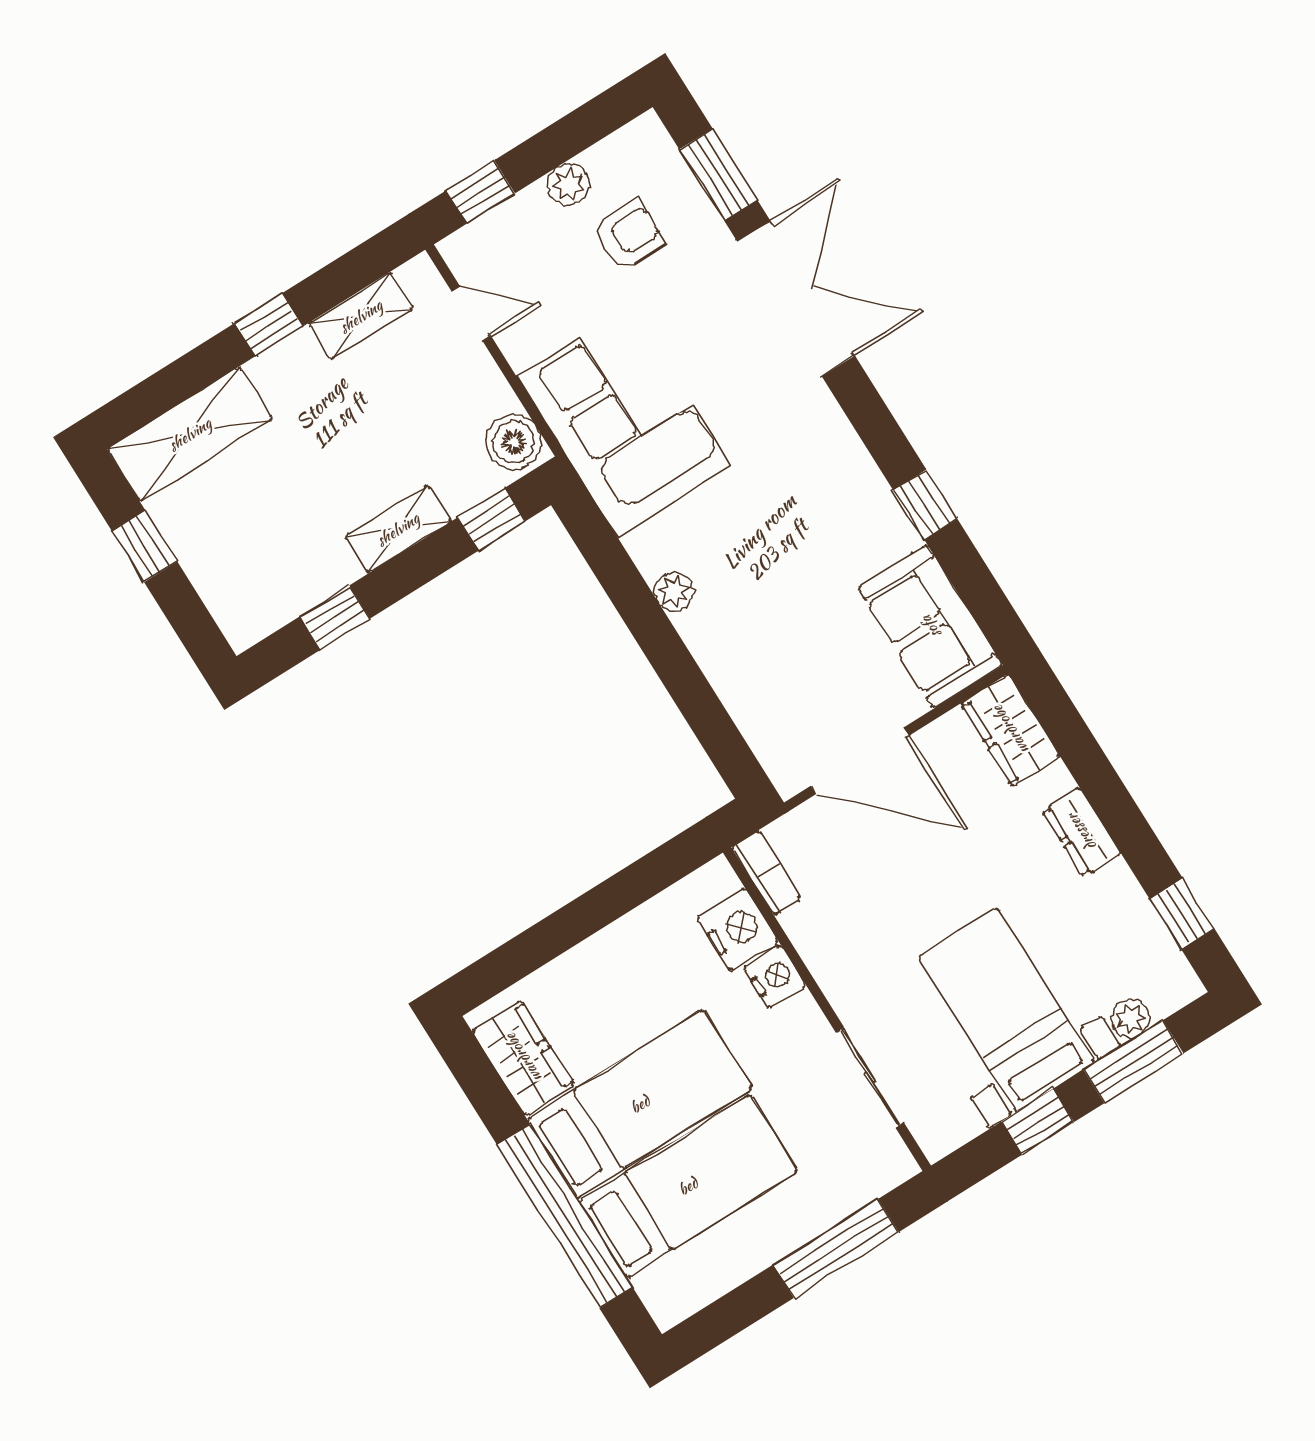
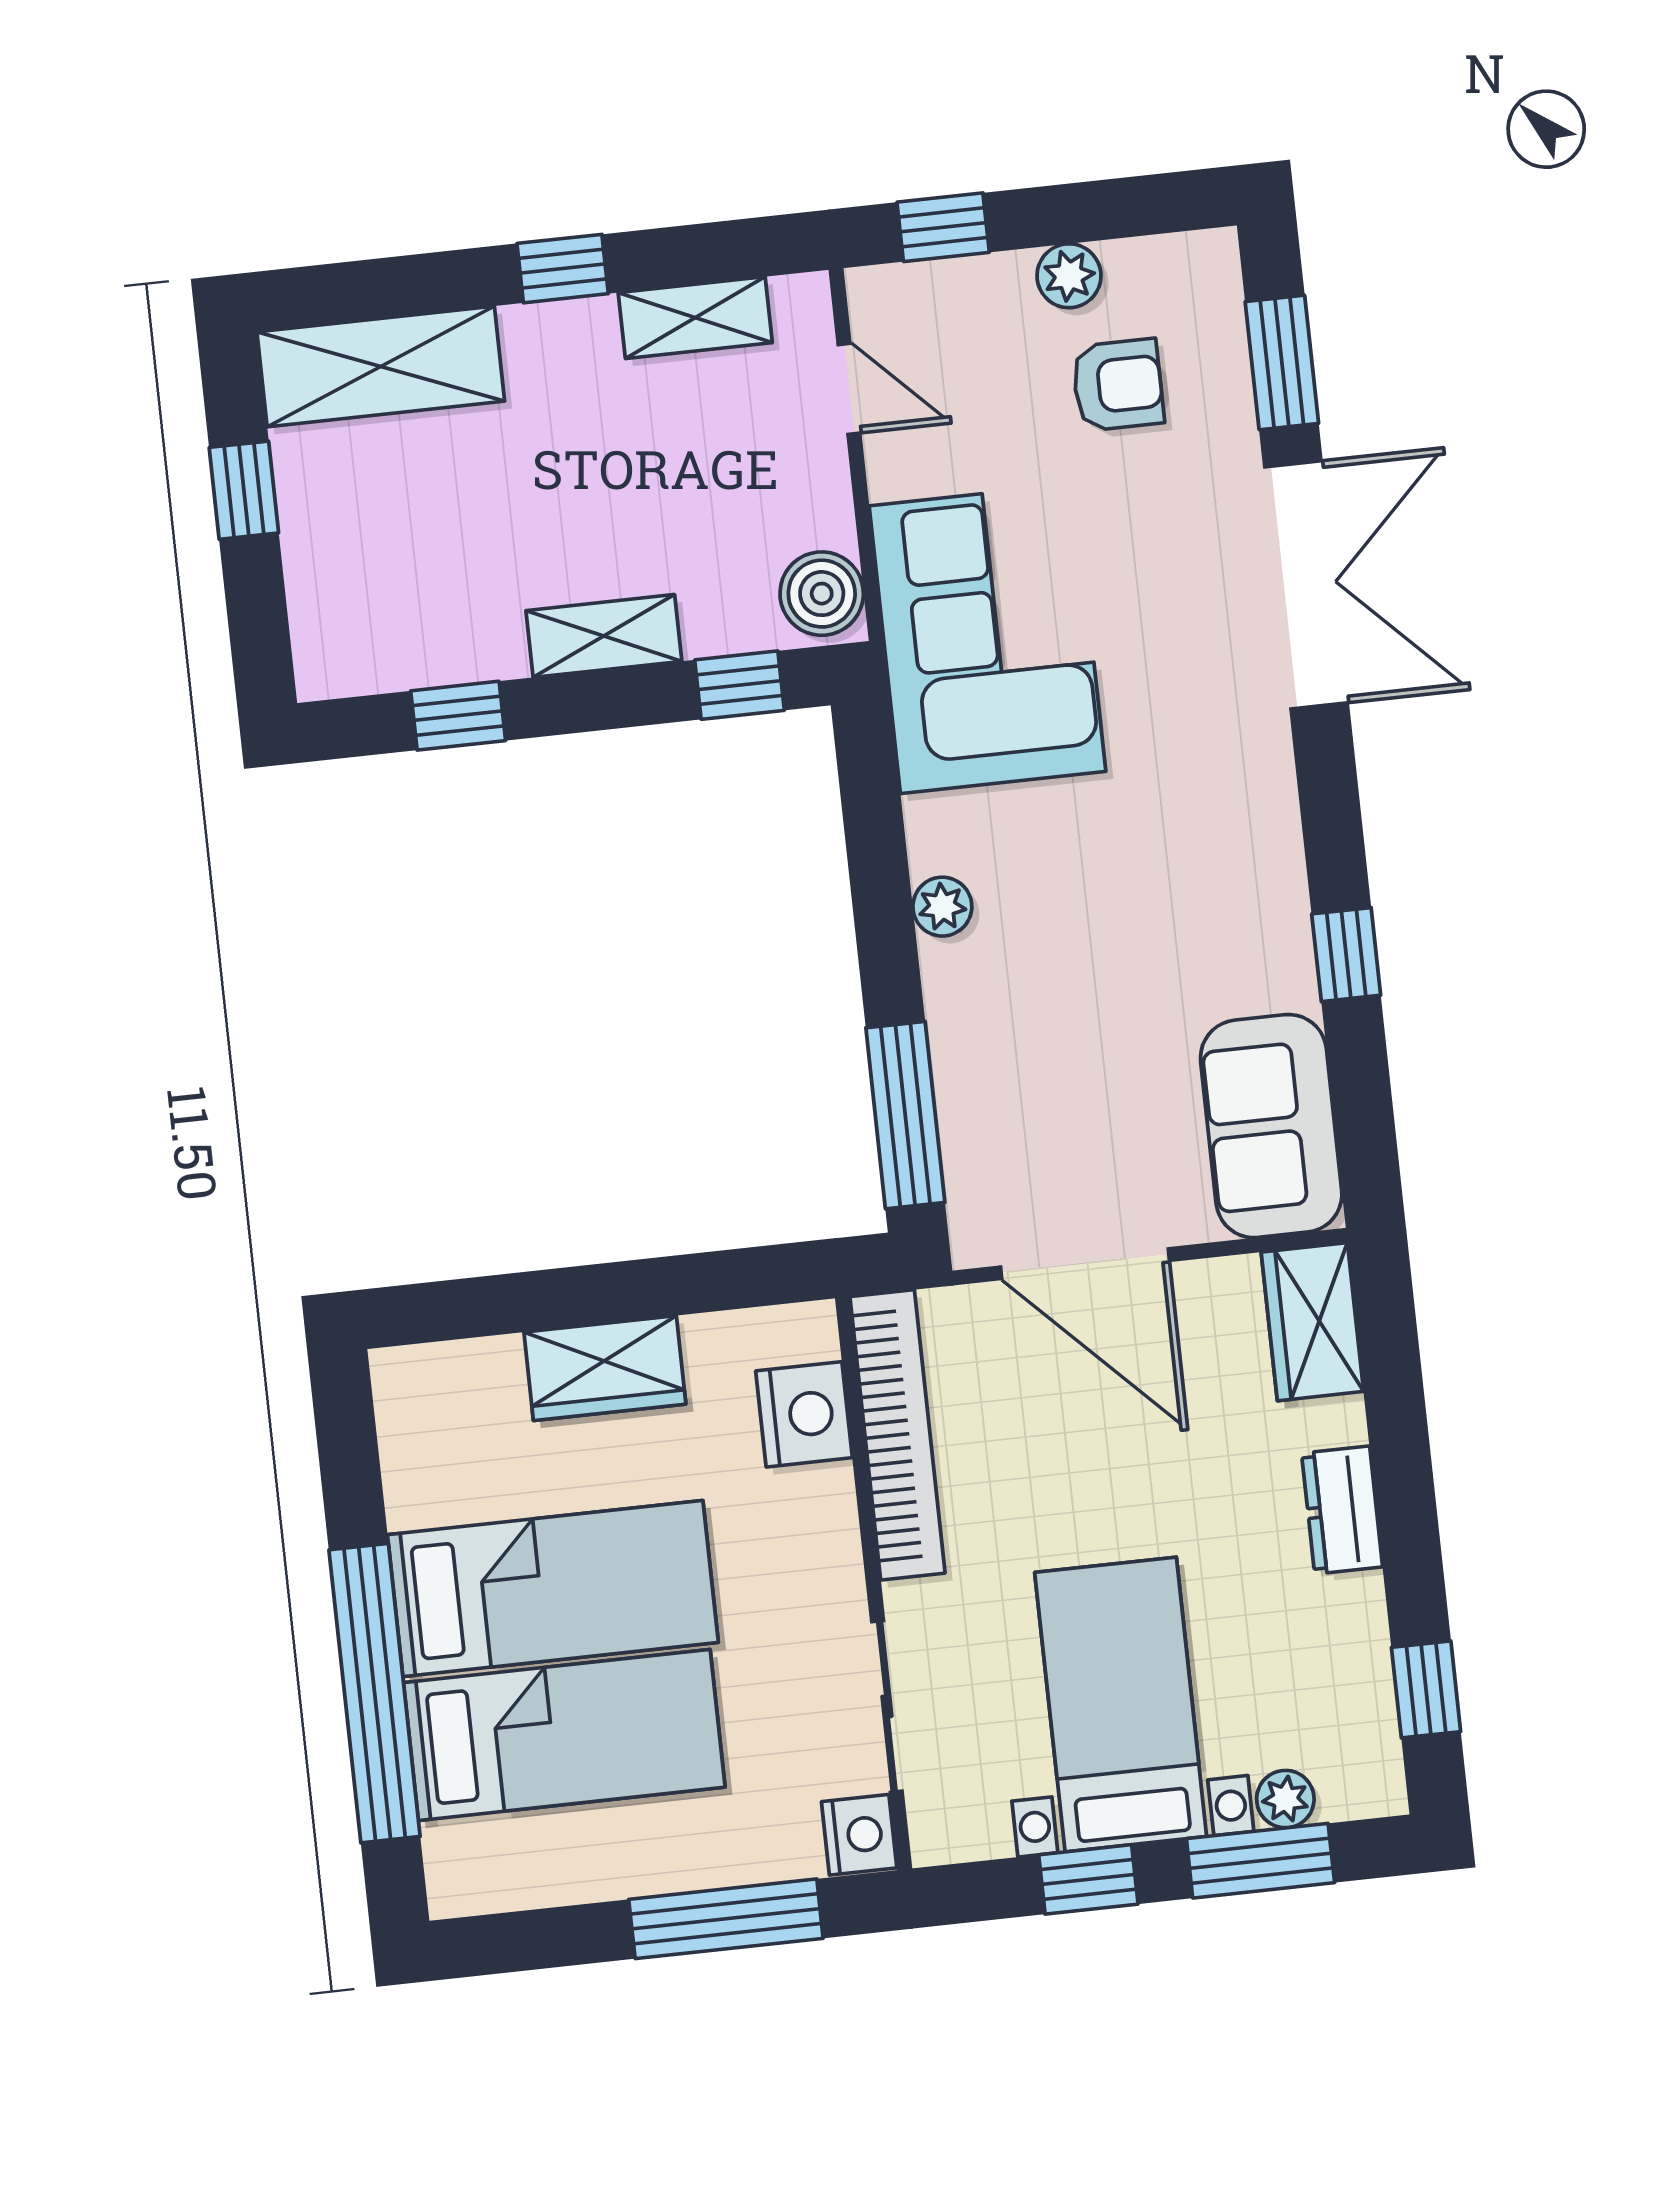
window: (712, 725) -> (905, 1115), added
bookcase: (766, 873) -> (897, 1435), width x2.31, depth x1.31
nightstand: (775, 977) -> (859, 1835), moved
wardrobe: (523, 1058) -> (605, 1368), moved, turned 90

